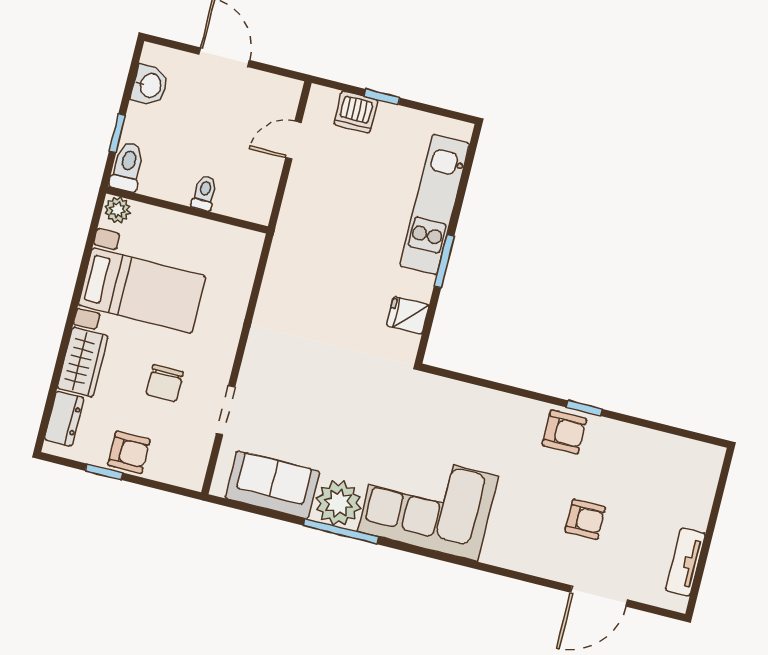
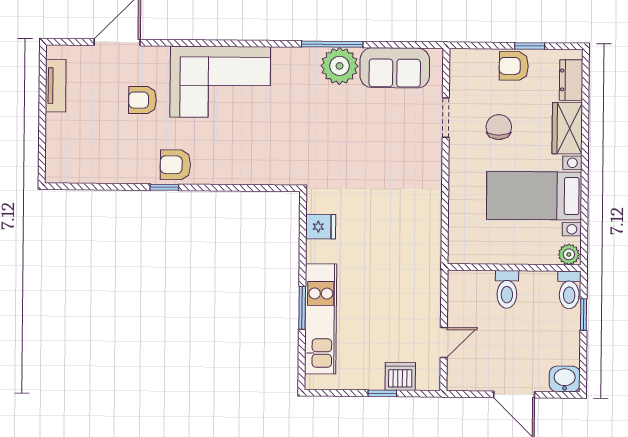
washbasin: (150, 85) -> (565, 379), moved, turned 90
toilet: (204, 193) -> (507, 289), width x1.37, depth x1.39
window: (444, 261) -> (302, 308), moved
corner sofa: (428, 504) -> (220, 82), moved

